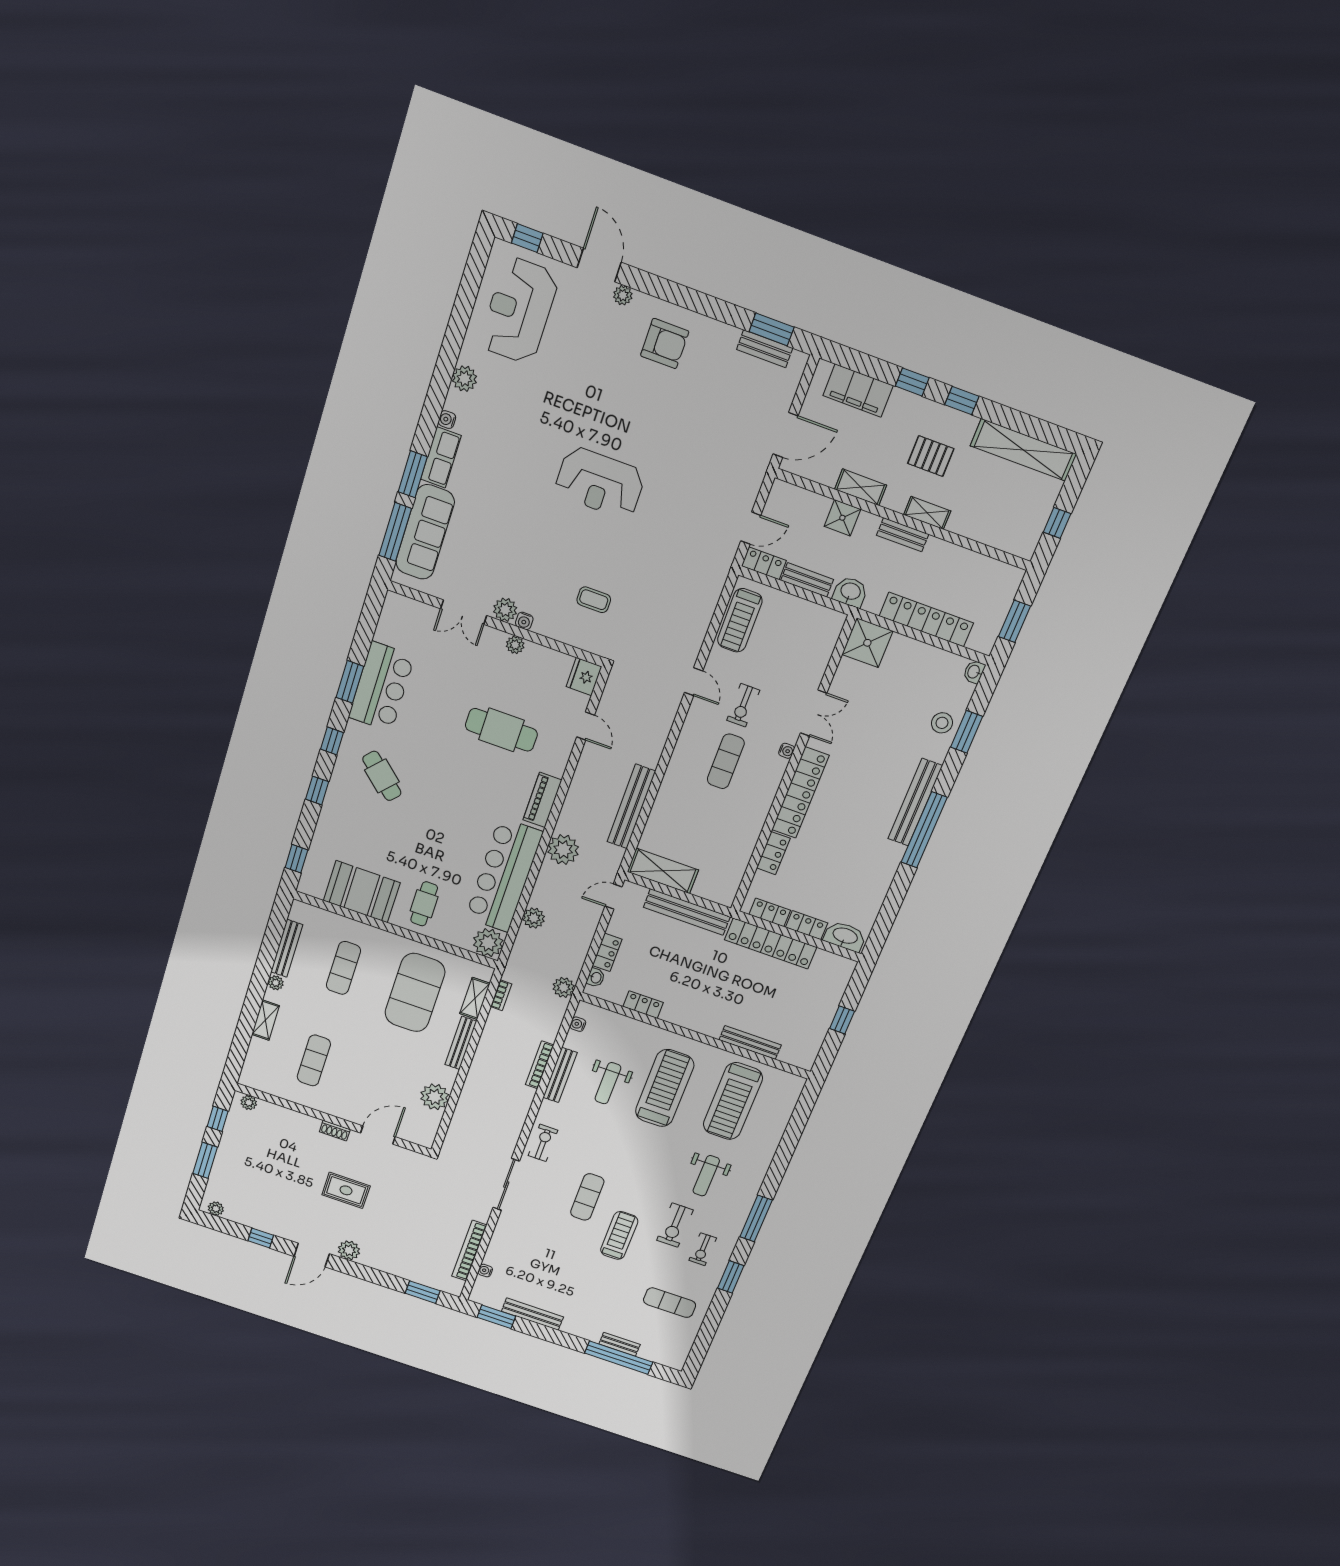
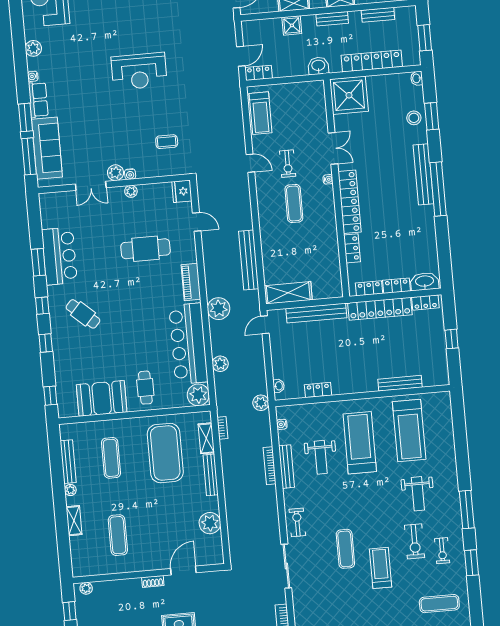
bench: (807, 580) -> (378, 15), moved
shower: (867, 643) -> (349, 95), width x1.37, depth x1.37
locker: (607, 952) -> (425, 302), moved, turned 90

